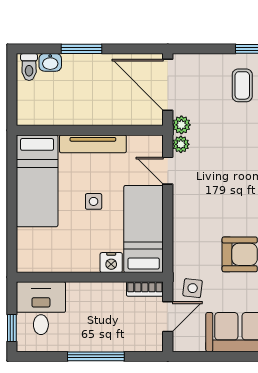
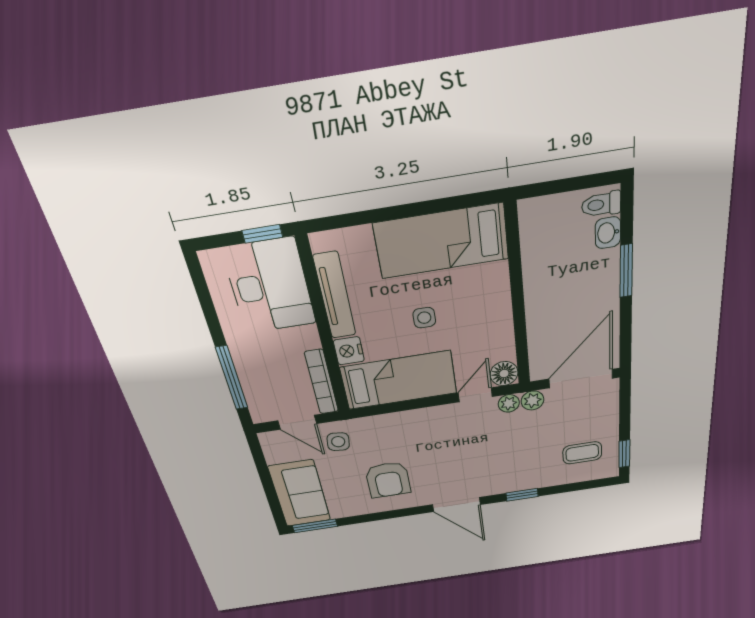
tv unit: (93, 144) -> (335, 296), moved, turned 180
floor lamp: (152, 146) -> (504, 374), added
bookcase: (145, 289) -> (322, 382), width x1.56
desk: (41, 308) -> (270, 286), width x1.37
window: (12, 328) -> (262, 234), moved
window: (96, 356) -> (232, 378), moved

